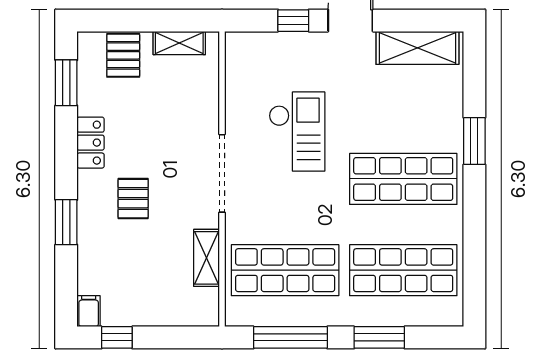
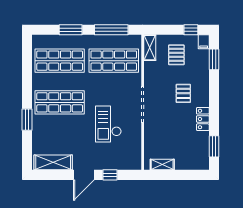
pallet: (123, 55) -> (176, 55), moved
window: (66, 222) -> (214, 59), moved
shelving: (206, 258) -> (150, 48), moved

